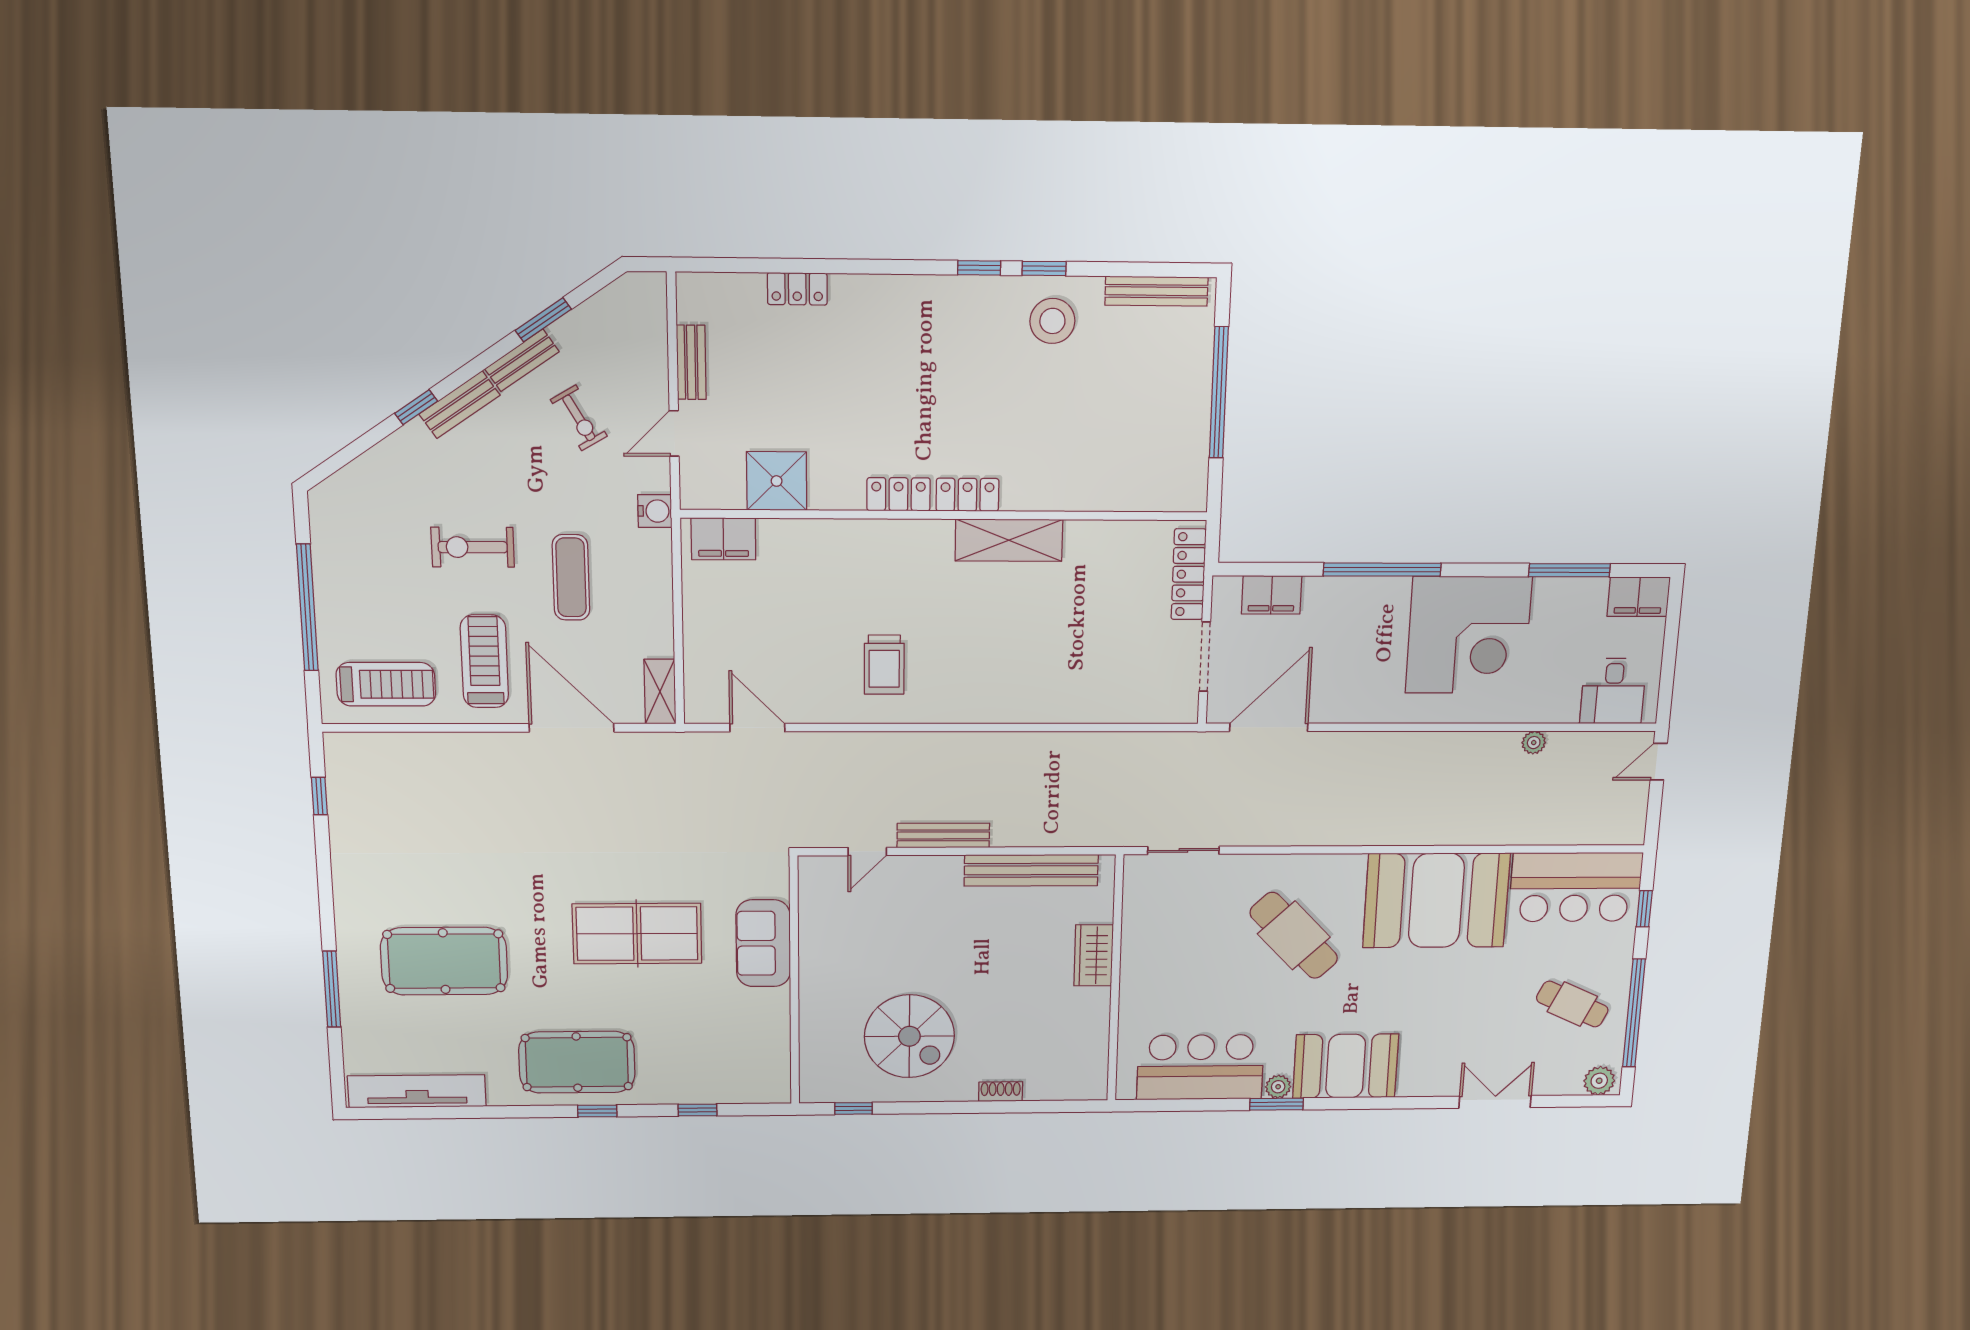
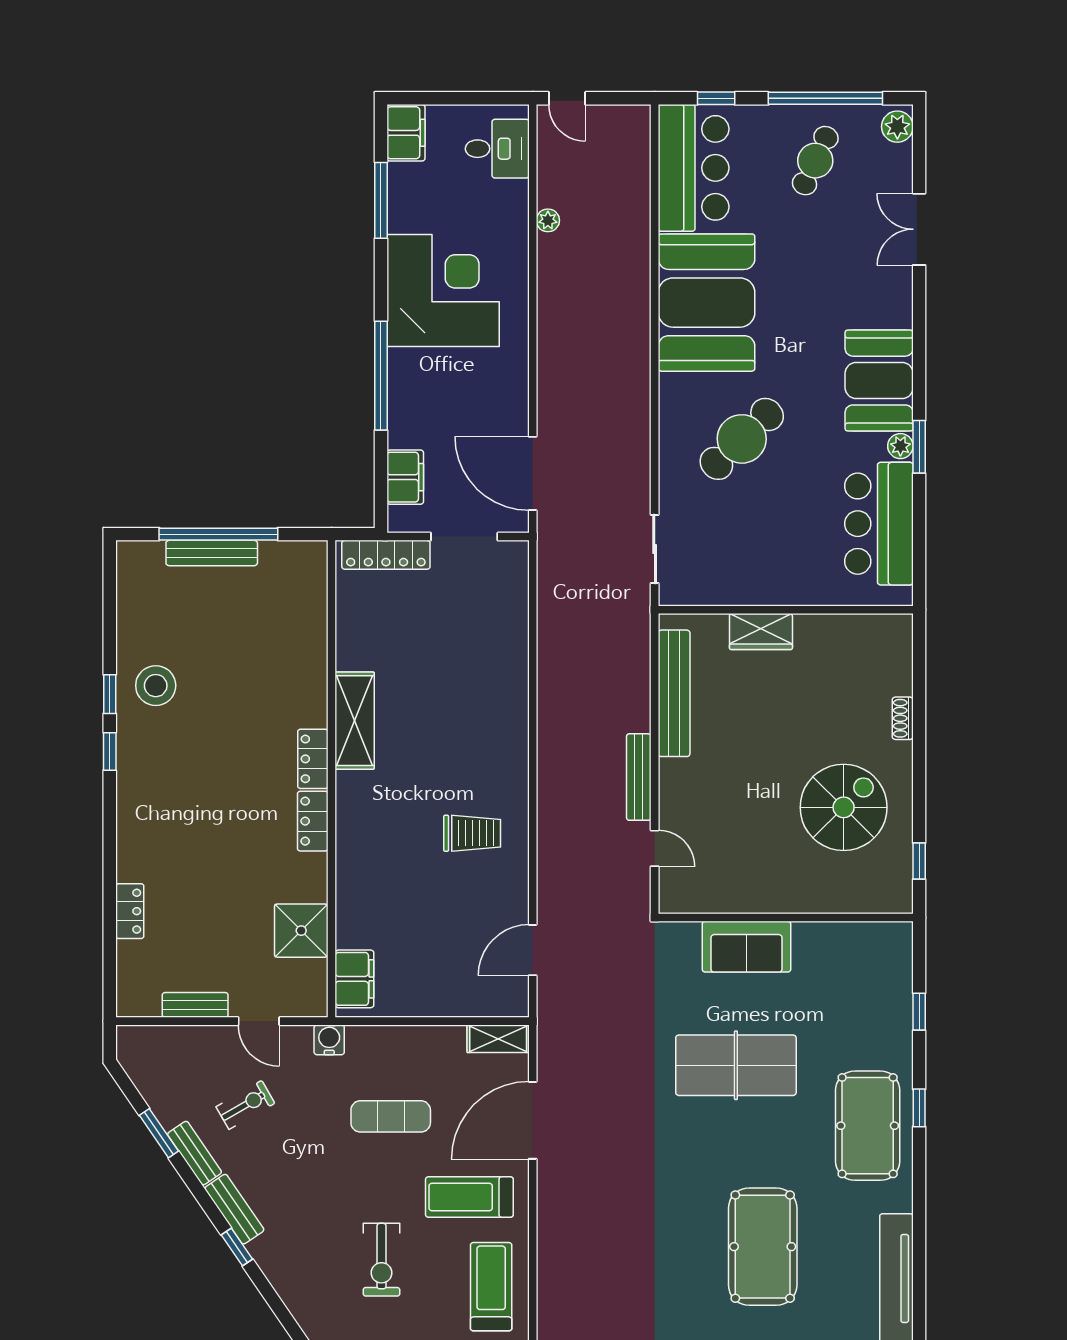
bench: (1156, 291) -> (212, 553), moved, turned 90
exercise bike: (473, 547) -> (382, 1260), moved
table tennis table: (637, 934) -> (736, 1065), turned 90

